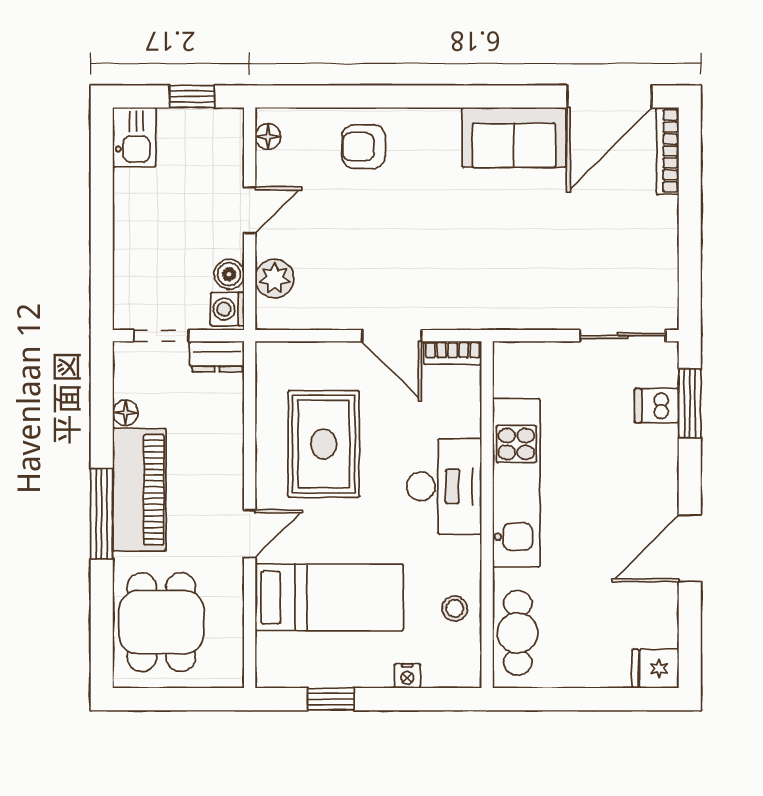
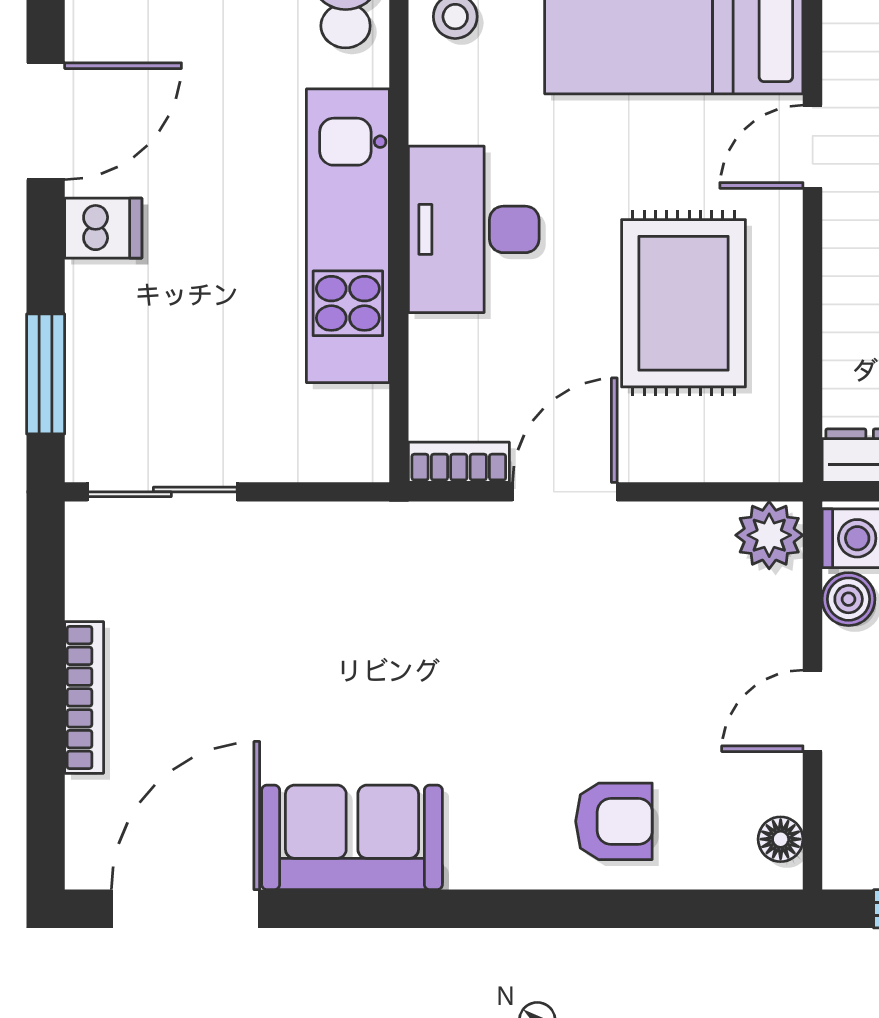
bookcase: (668, 151) -> (84, 697), moved
plant: (274, 278) -> (769, 535), moved
door: (392, 336) -> (565, 492), hinge flipped
dishwasher: (657, 406) -> (103, 228), moved

